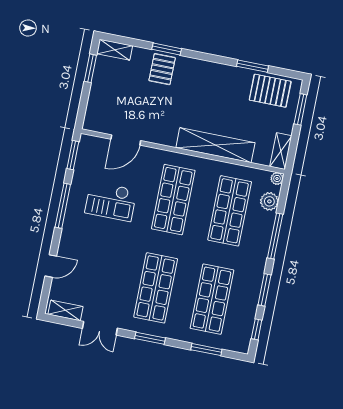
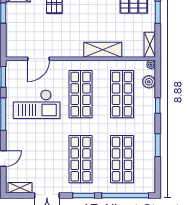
shelving: (215, 145) -> (103, 50), width x0.68
checkout: (111, 201) -> (37, 104), width x1.36, depth x1.21
window: (275, 236) -> (158, 106), width x0.46
window: (257, 329) -> (158, 174), removed
window: (206, 350) -> (125, 196), width x2.11

